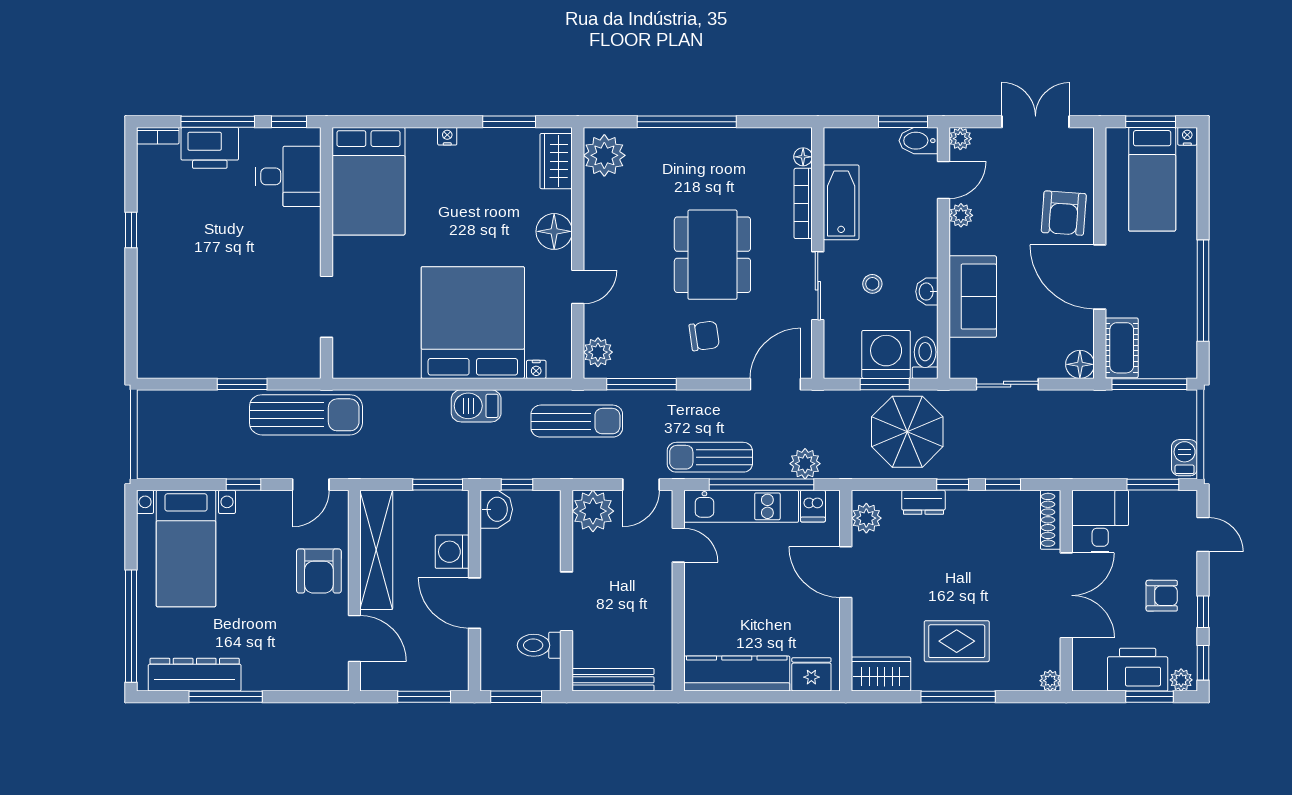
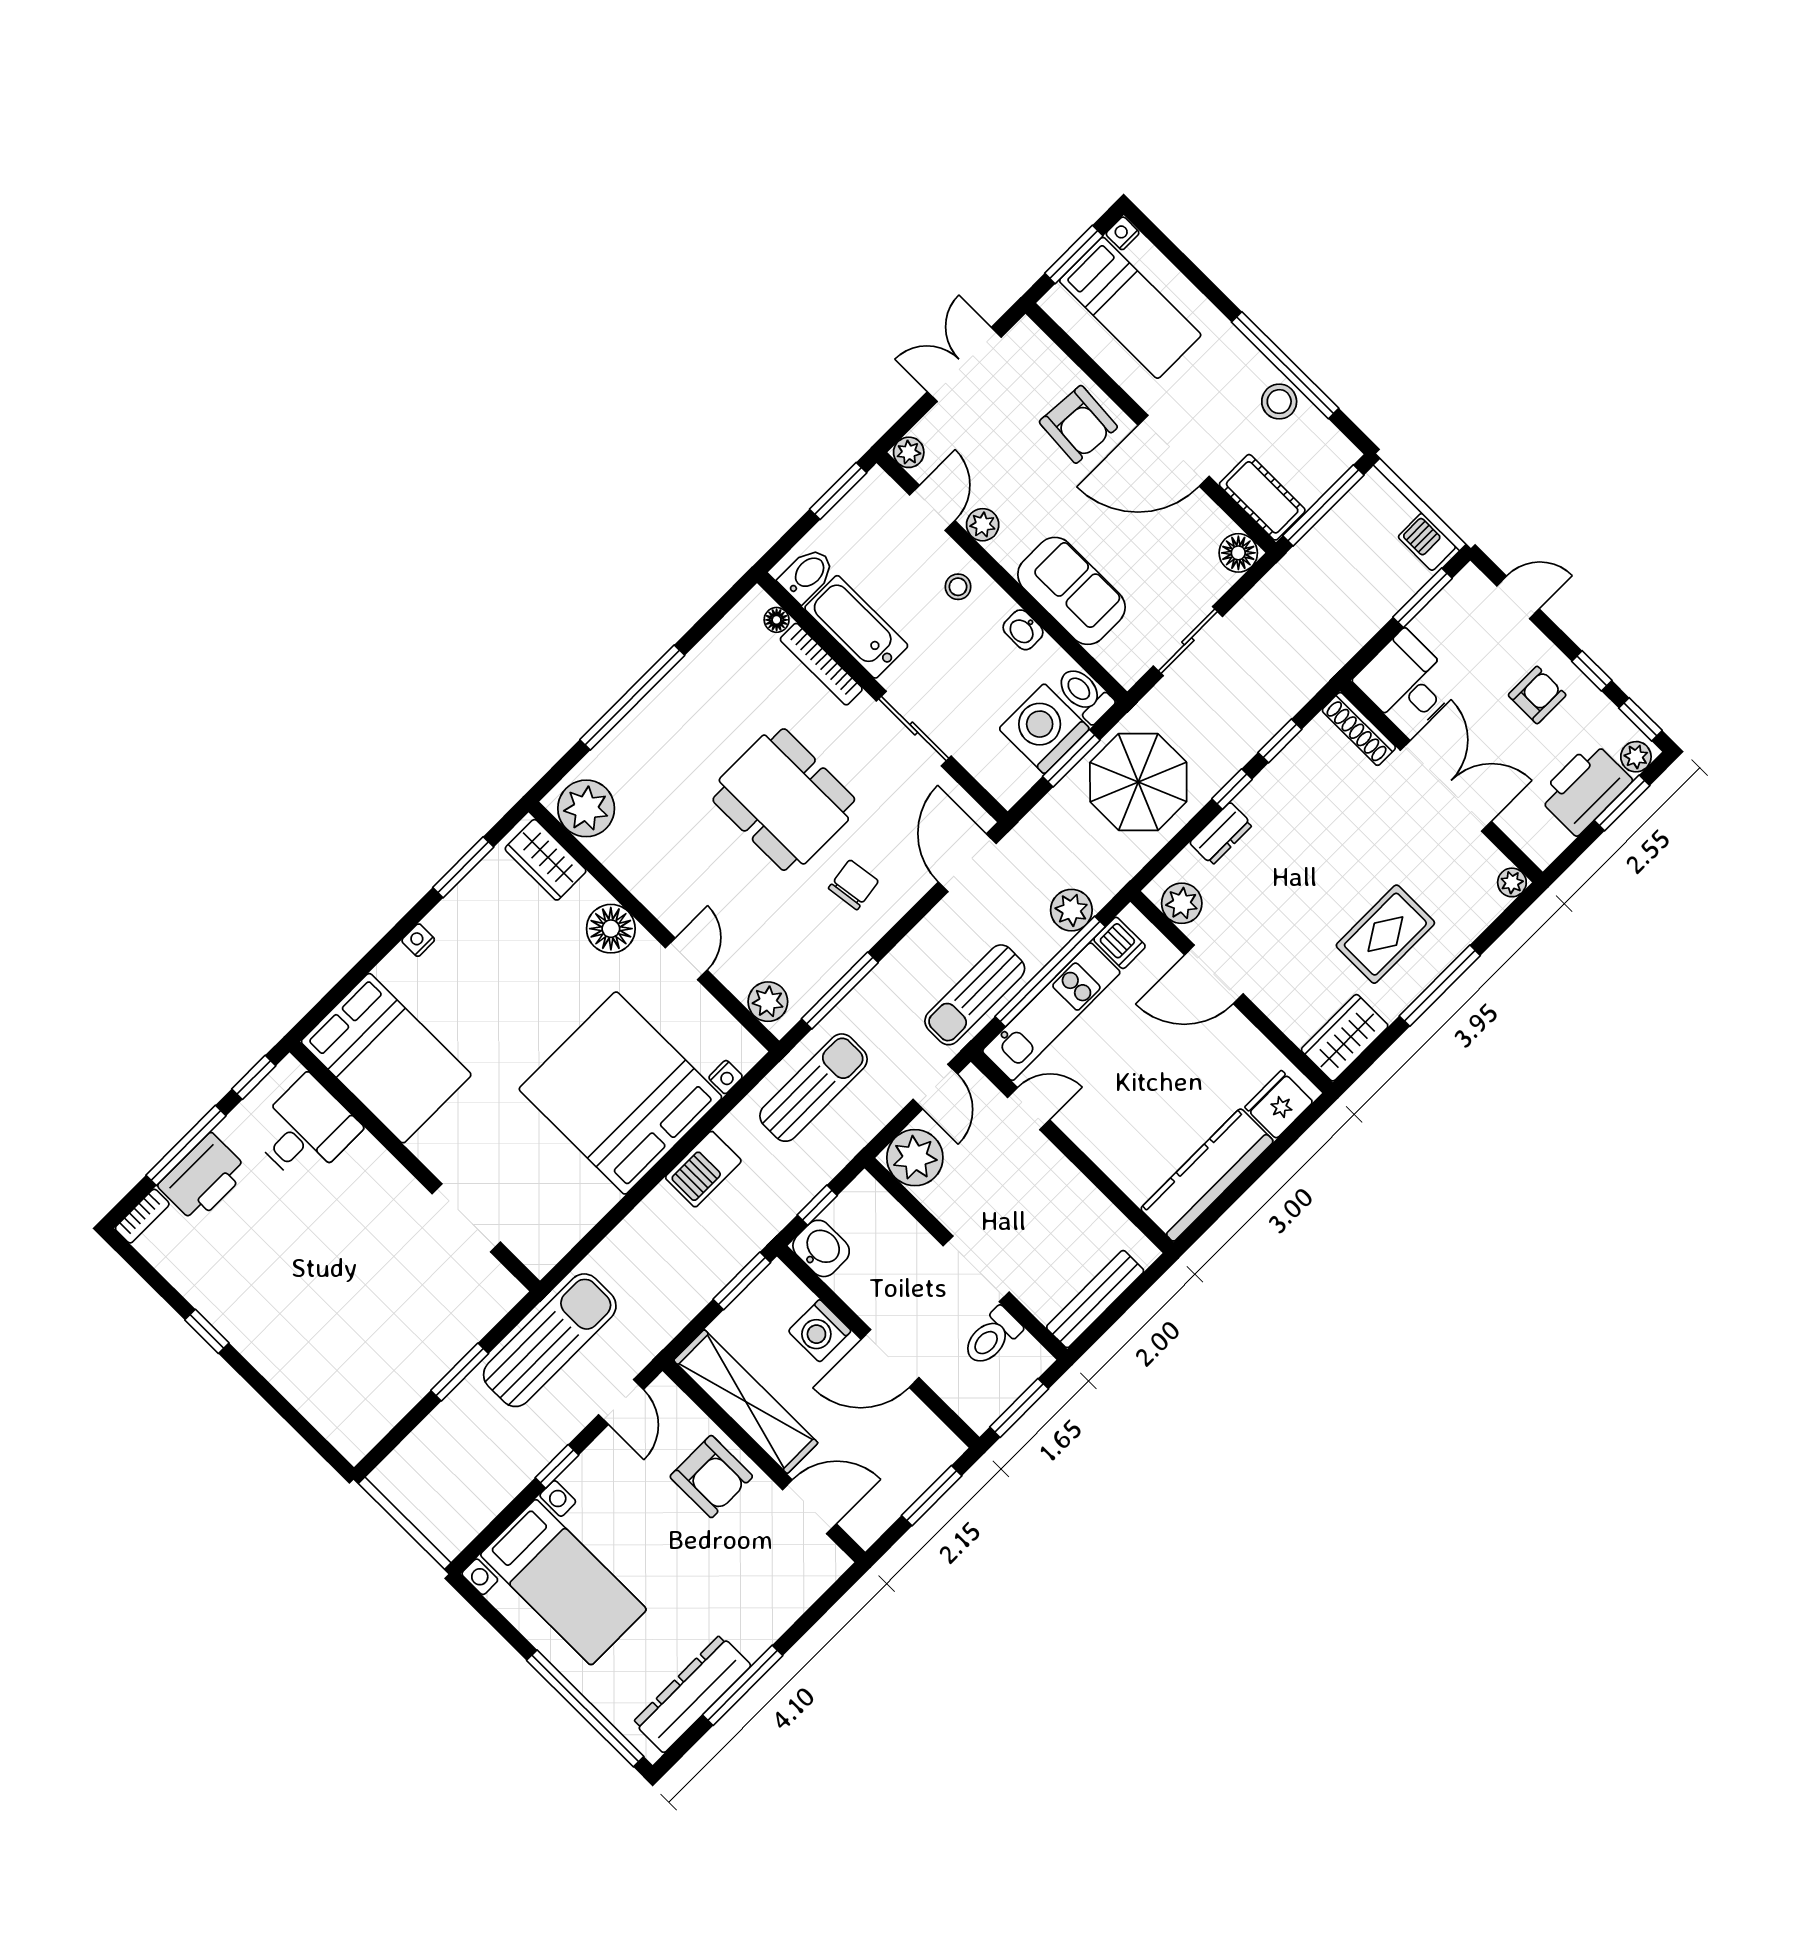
bidet: (919, 141) -> (807, 575), moved, turned 180
stool: (872, 284) -> (958, 587), moved
stool: (1181, 307) -> (1279, 402), added

